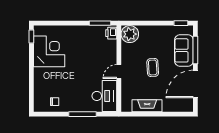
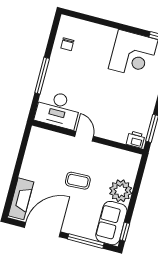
plant: (130, 34) -> (121, 191), moved
sofa: (184, 50) -> (111, 223), moved, turned -90
door: (195, 84) -> (42, 230), hinge flipped
fireplace: (147, 106) -> (21, 199), moved

